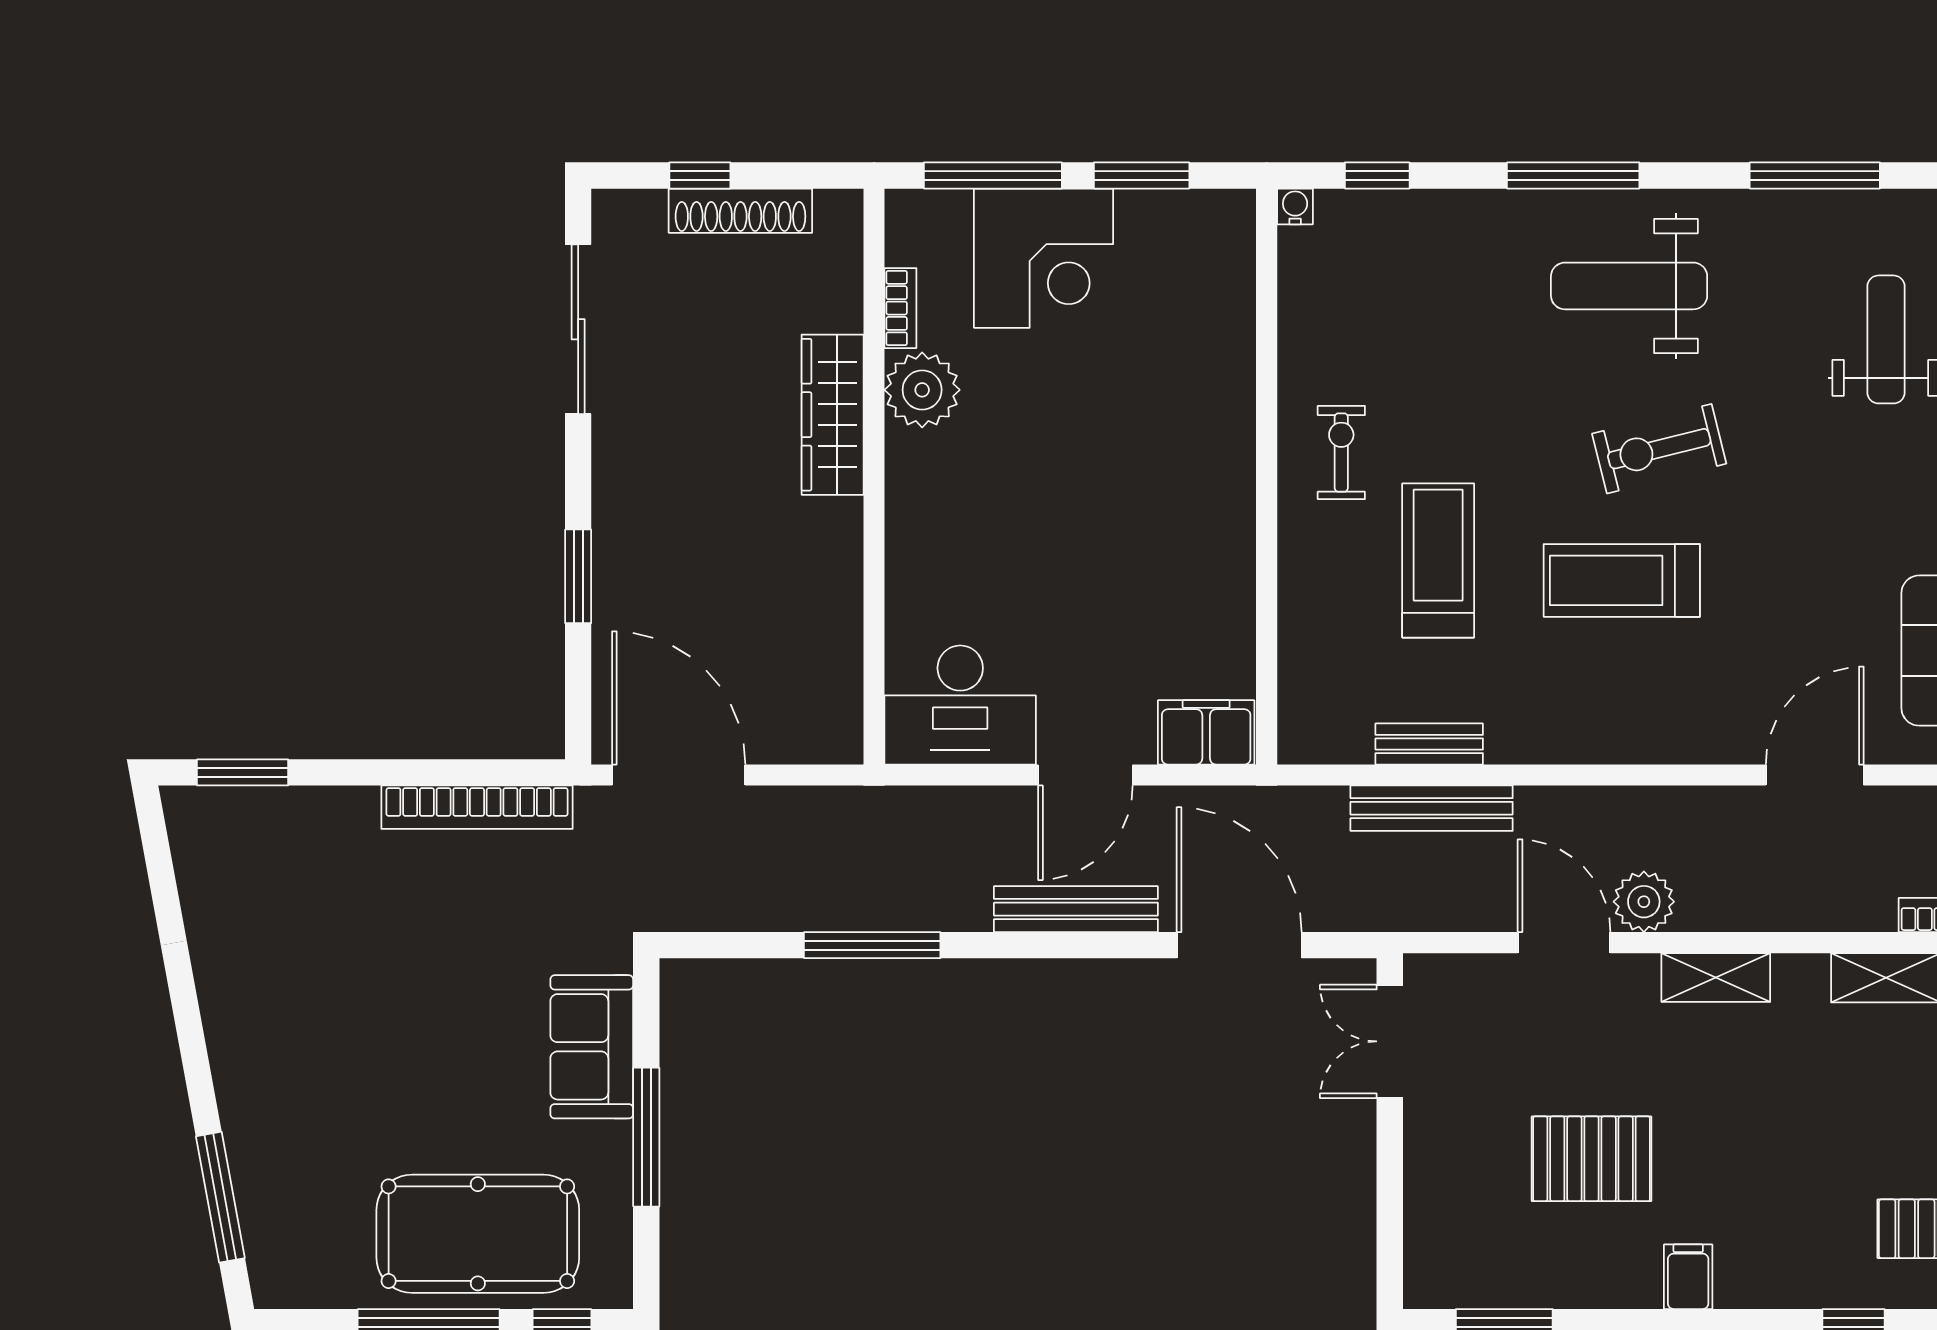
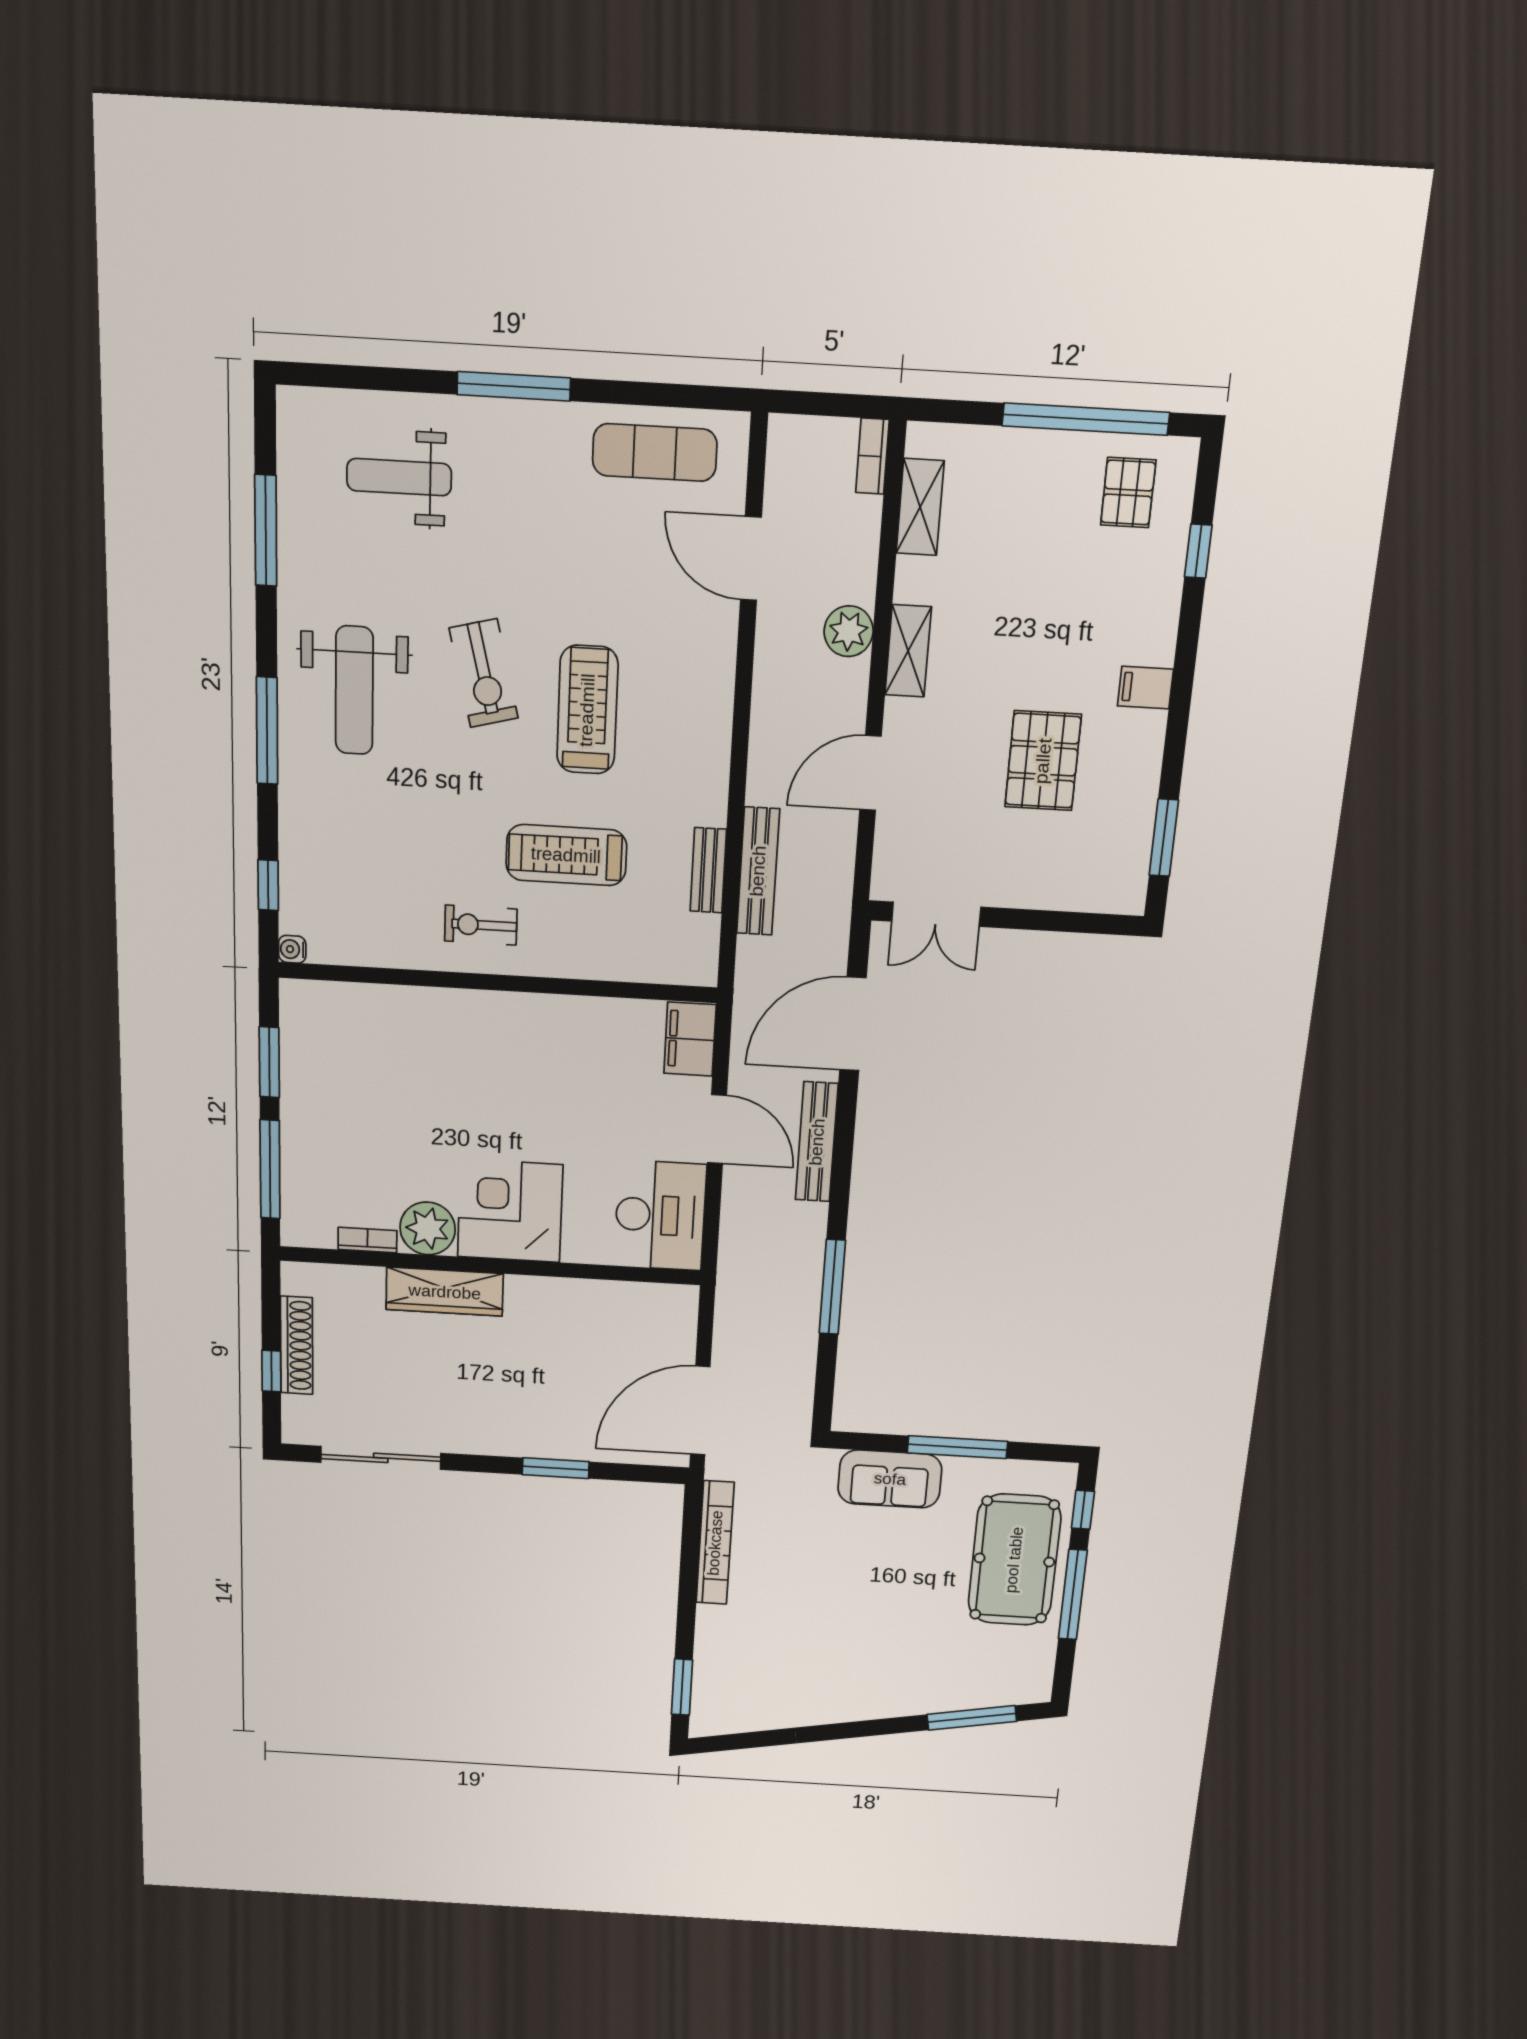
corner desk: (1044, 258) -> (510, 1211), moved, turned -90
treadmill: (1622, 580) -> (587, 710), turned 180
plant: (1644, 902) -> (849, 631), moved

